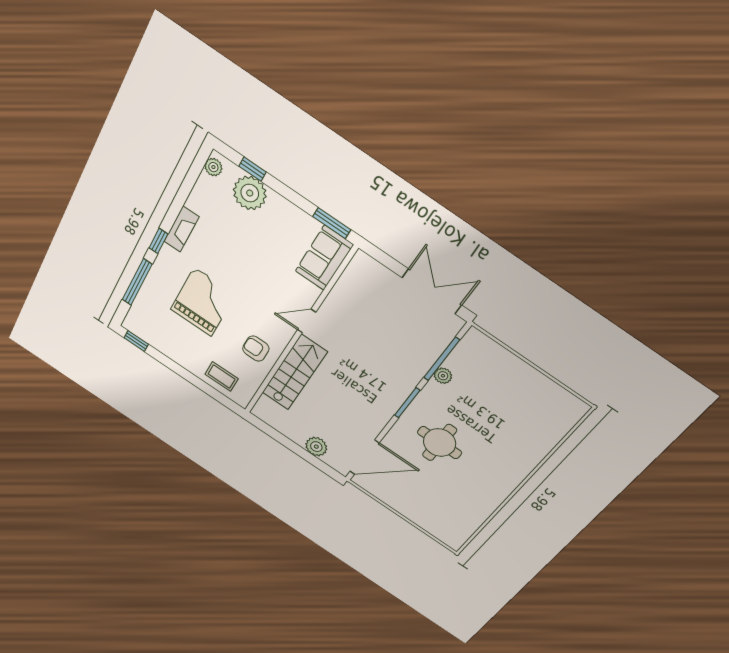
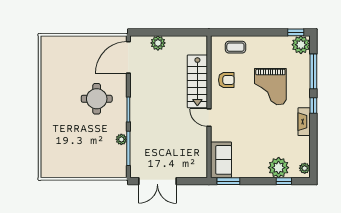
door: (307, 321) -> (209, 118), swing flipped
plant: (137, 323) -> (301, 45), added

